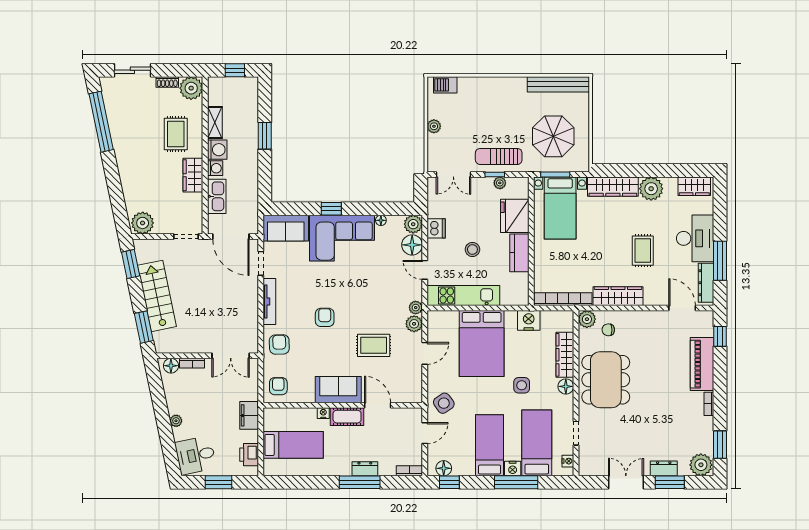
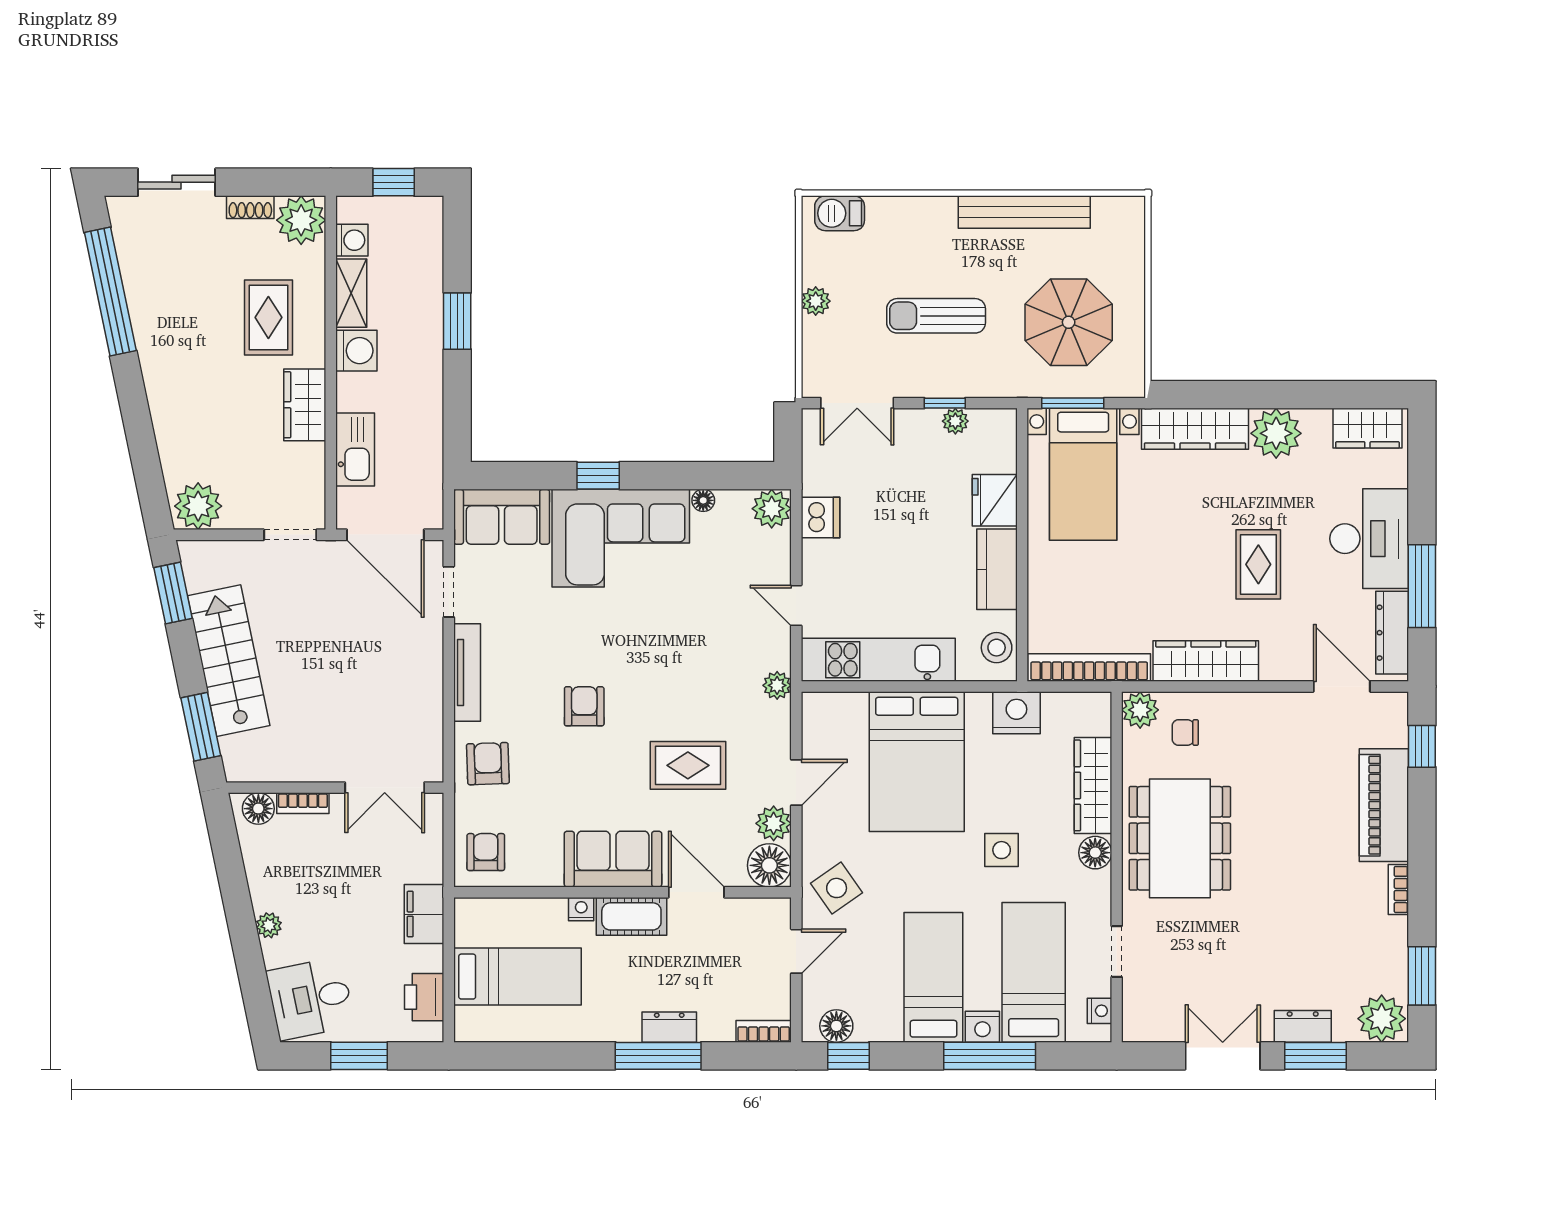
bench: (558, 84) -> (1024, 212), moved
sun lounger: (499, 156) -> (936, 316), moved
washing machine: (215, 168) -> (352, 240), moved
fridge: (515, 216) -> (995, 500), width x0.73, depth x0.75
floor lamp: (412, 245) -> (769, 865), moved
stool: (472, 249) -> (997, 648), moved
plant: (414, 324) -> (774, 823), moved

